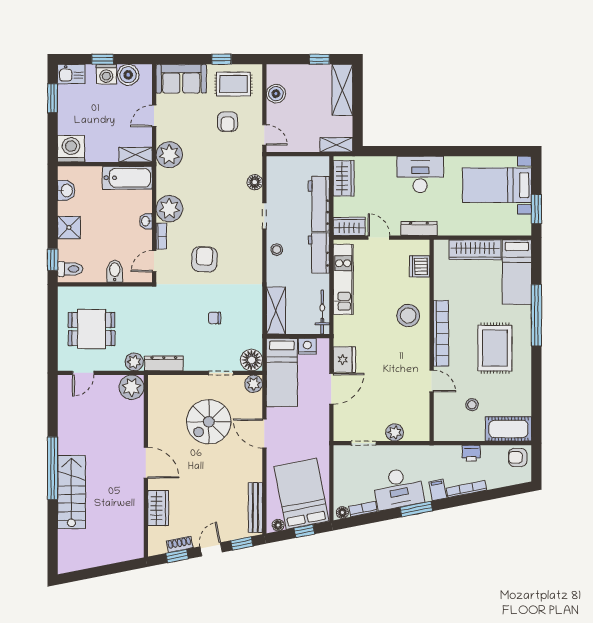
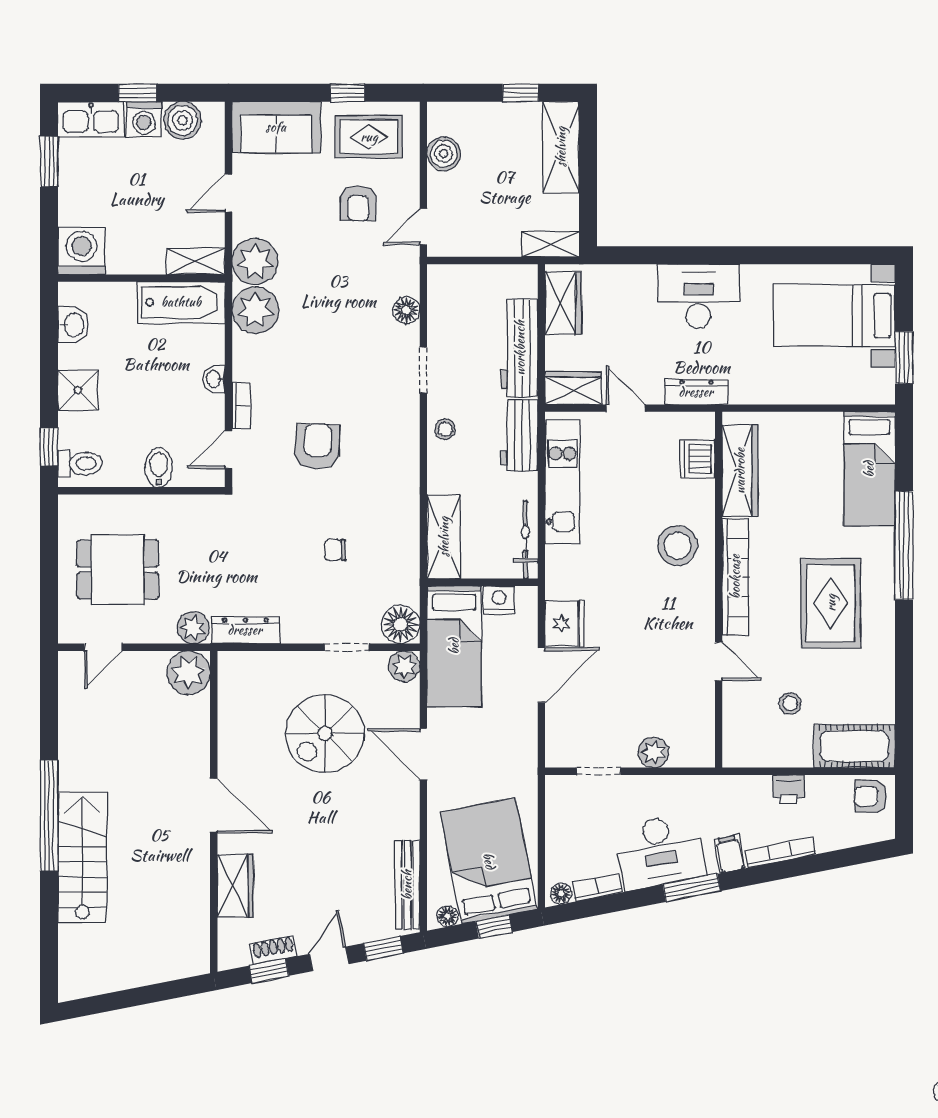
kitchen sink: (71, 74) -> (91, 119), width x1.38
door: (264, 135) -> (423, 227), swing flipped
plant: (169, 209) -> (255, 310), moved
wardrobe: (475, 250) -> (740, 471), moved, turned -90

